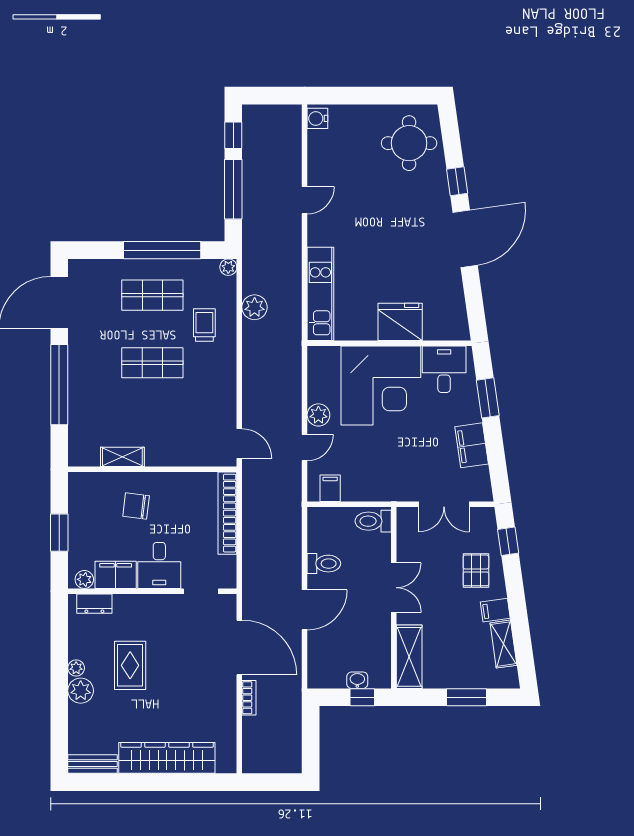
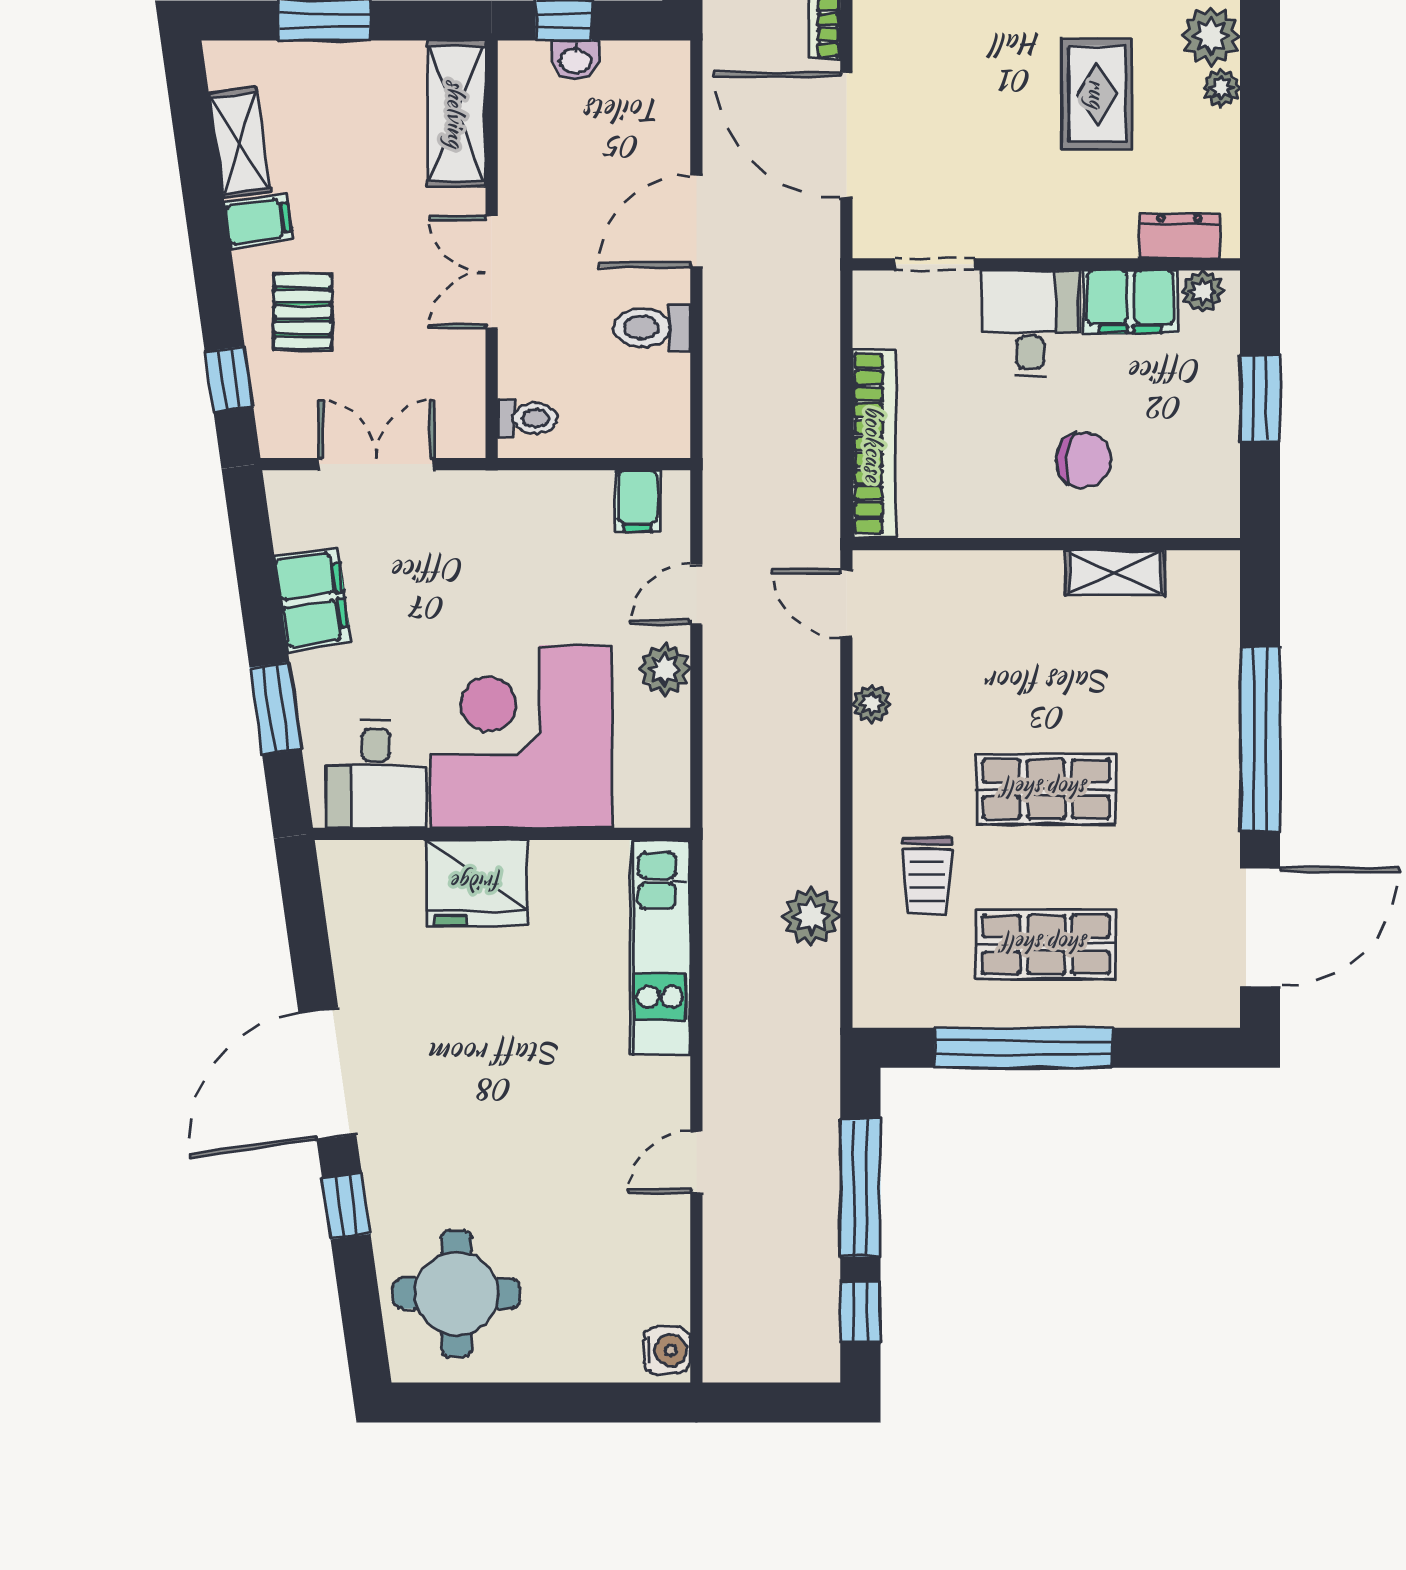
plant: (228, 267) -> (872, 704), moved
toilet: (373, 521) -> (527, 418), width x0.73, depth x0.72

